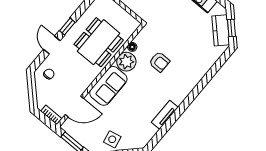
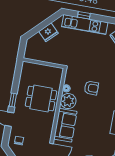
dining table: (99, 42) -> (41, 98), width x0.73

